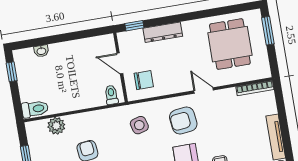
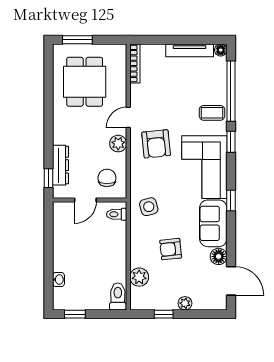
dresser: (163, 32) -> (61, 165), moved
dining table: (230, 44) -> (85, 82), turned 90
plant: (178, 85) -> (118, 144), added
side table: (139, 125) -> (149, 207), moved

